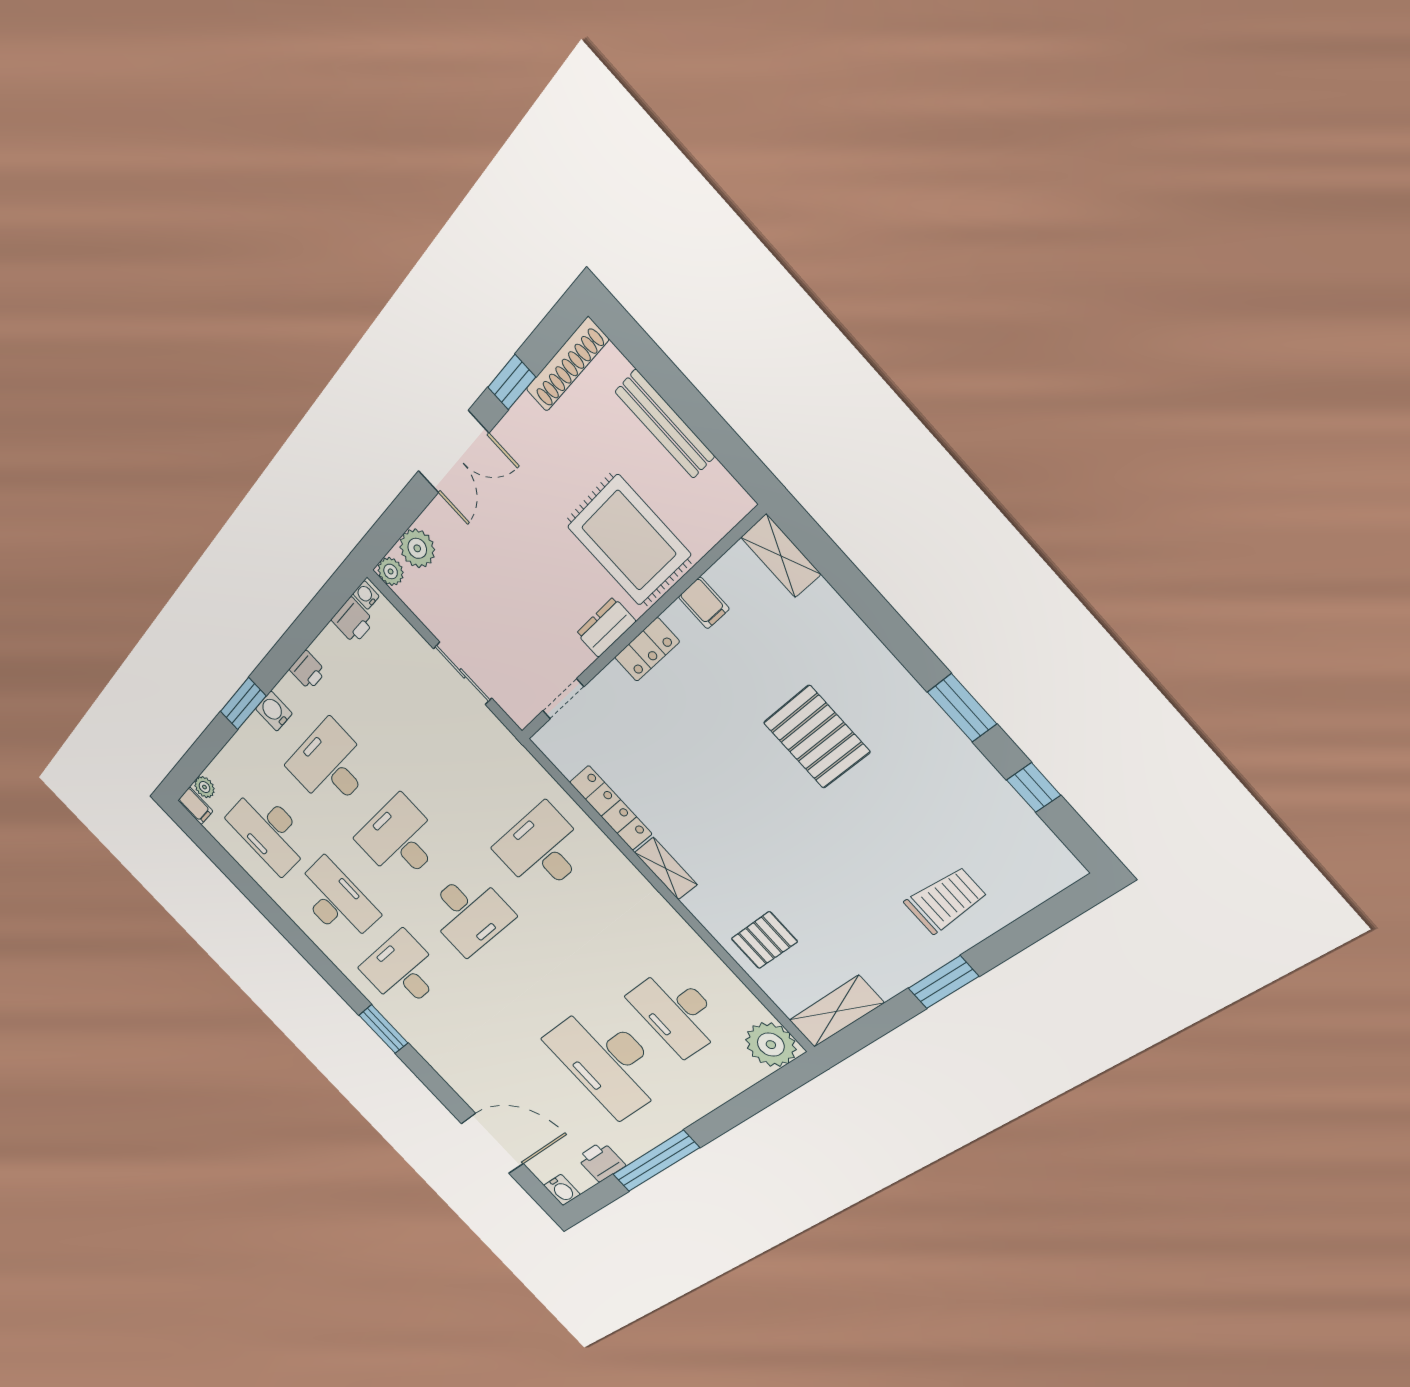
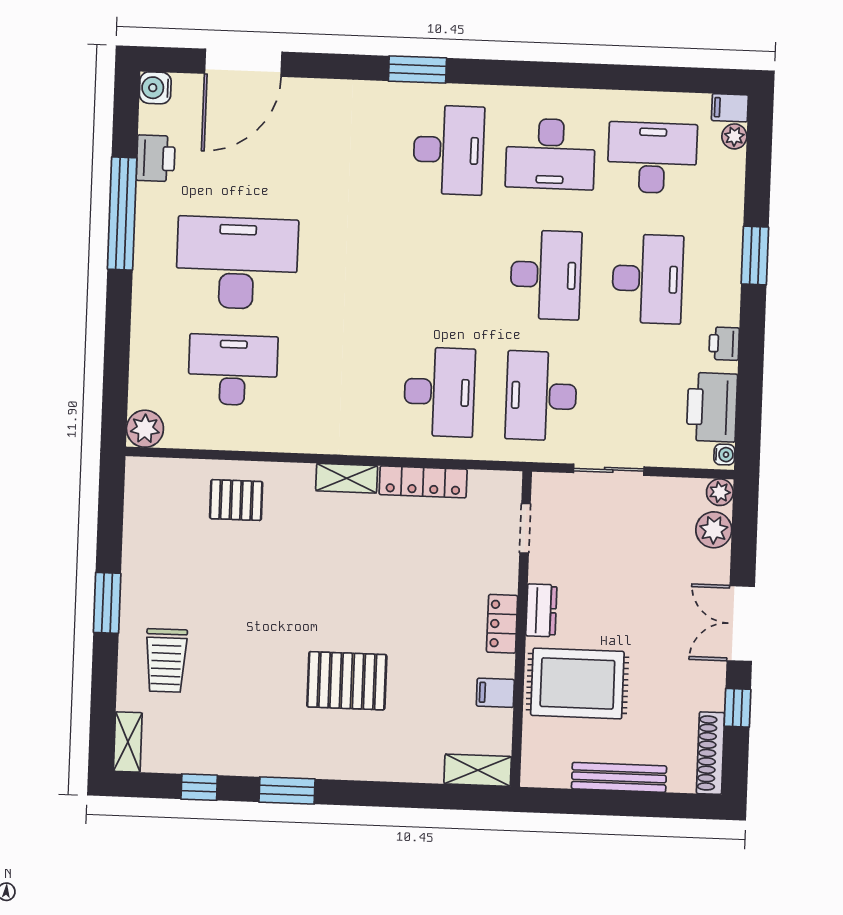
printer: (353, 621) -> (712, 407), width x1.87, depth x1.48
water cooler: (274, 711) -> (726, 277), removed
desk: (469, 913) -> (541, 396), moved
pallet: (764, 940) -> (236, 500), turned 90
shelving: (836, 1012) -> (128, 742), moved, width x0.67, depth x0.75
plant: (771, 1045) -> (145, 429), width x0.73, depth x0.73

